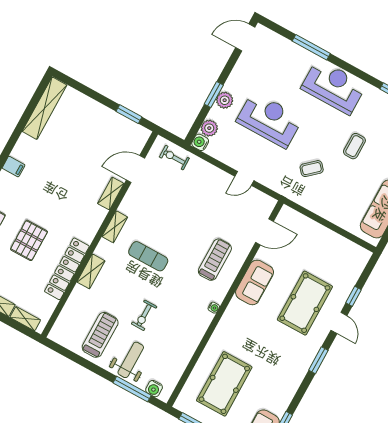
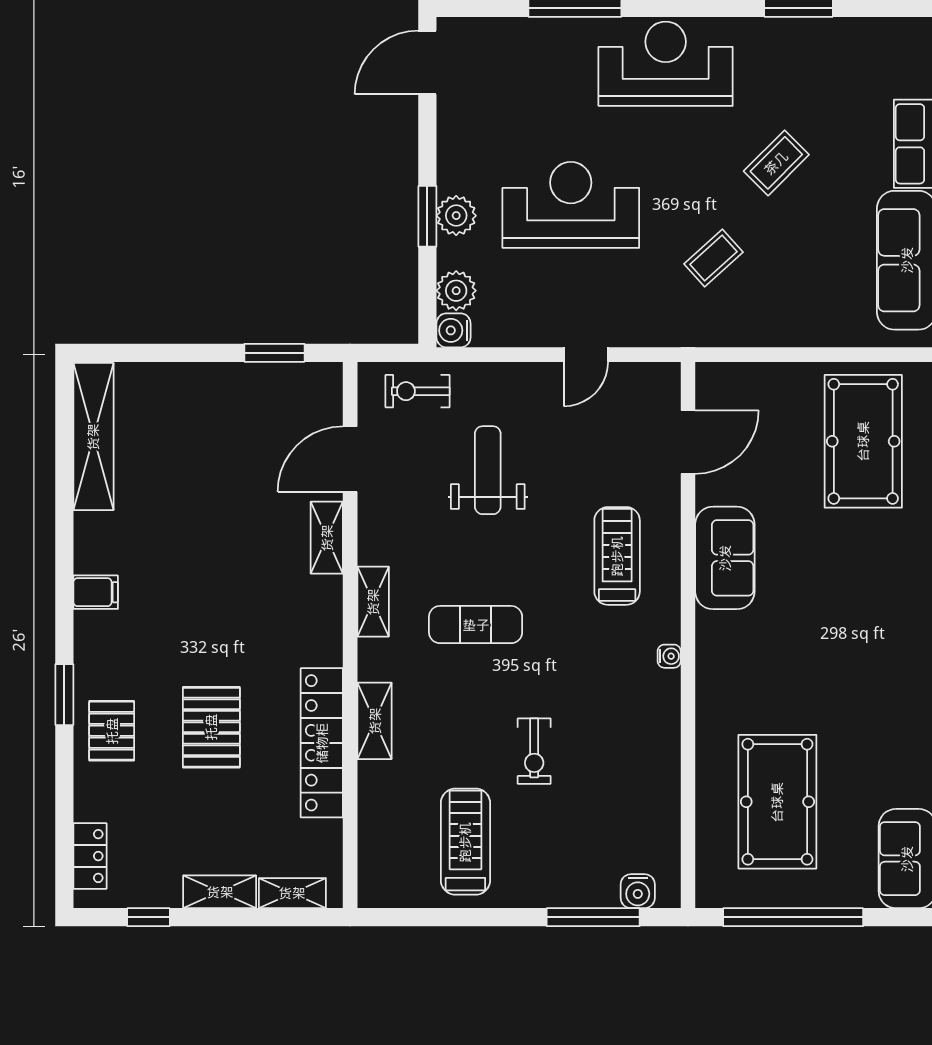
coffee table: (354, 146) -> (776, 163), turned 45
pool table: (305, 303) -> (863, 441), moved
weight bench: (131, 360) -> (488, 470), moved

